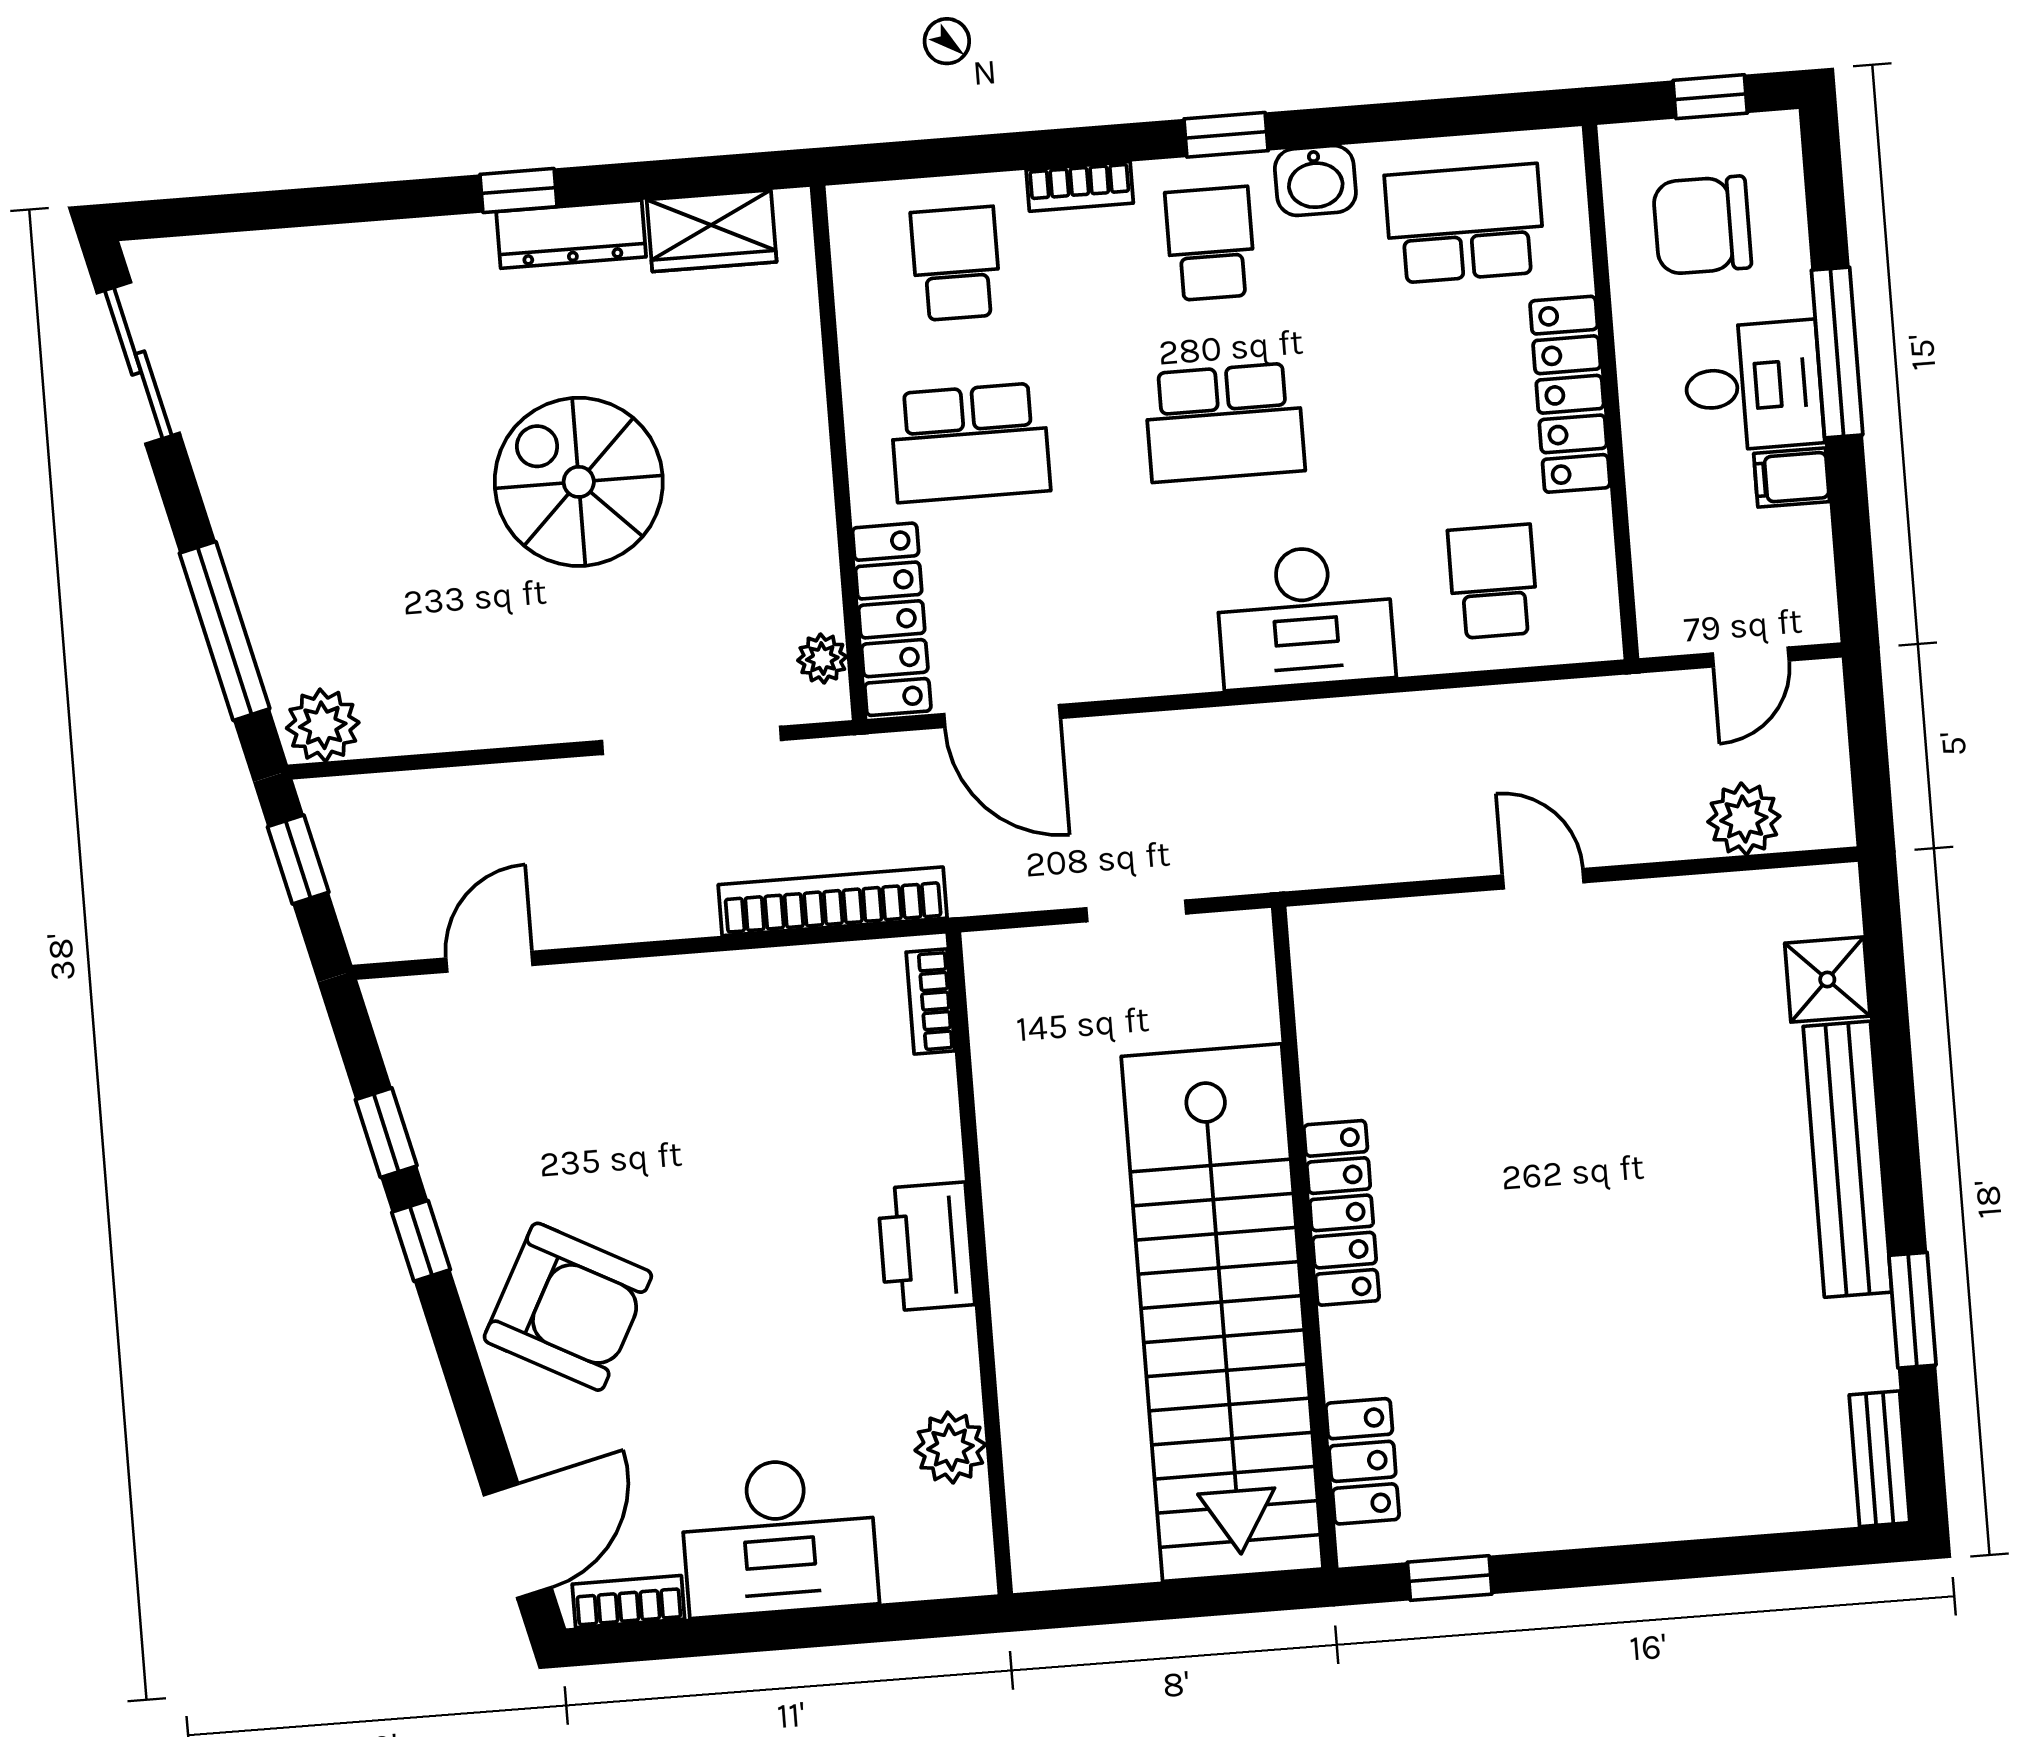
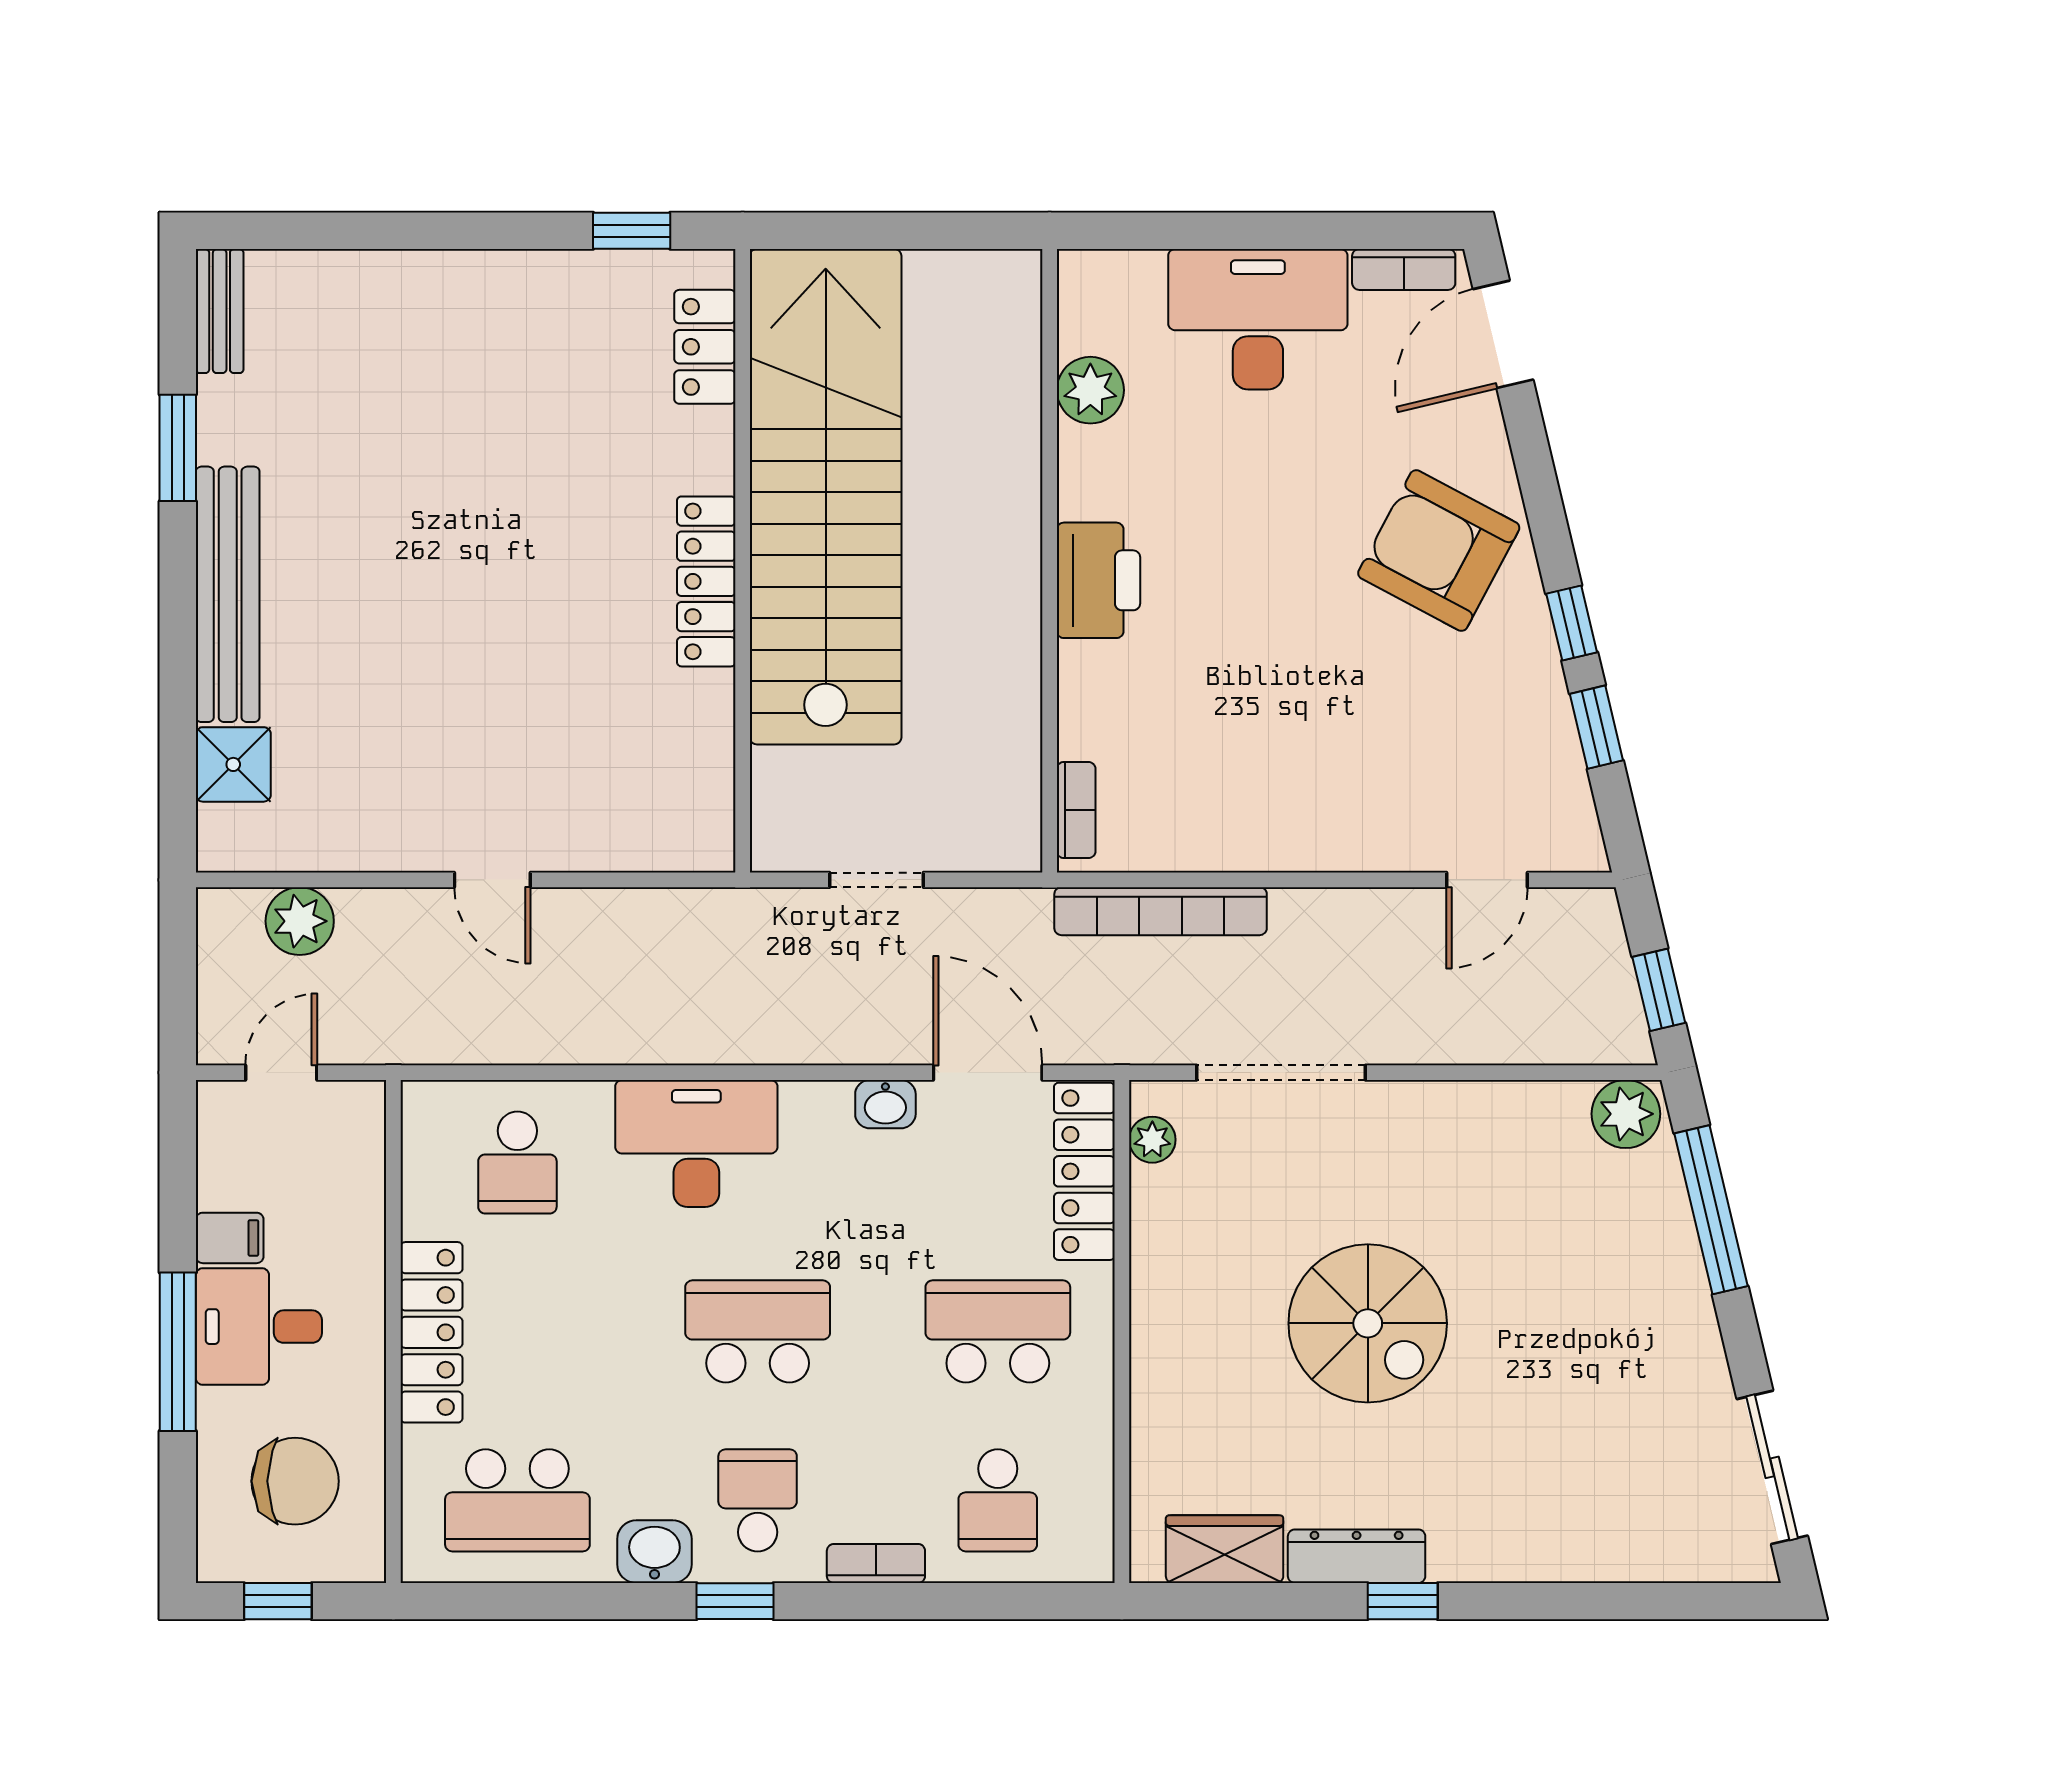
school desk: (1210, 244) -> (758, 1500), turned 180
washbasin: (1108, 674) -> (885, 1104), added

